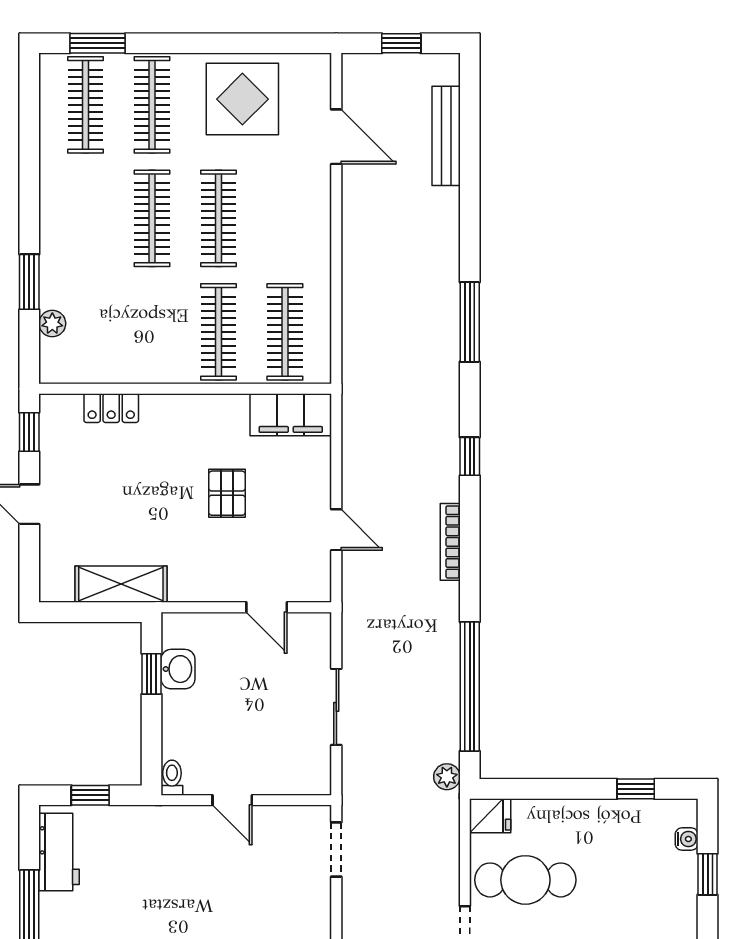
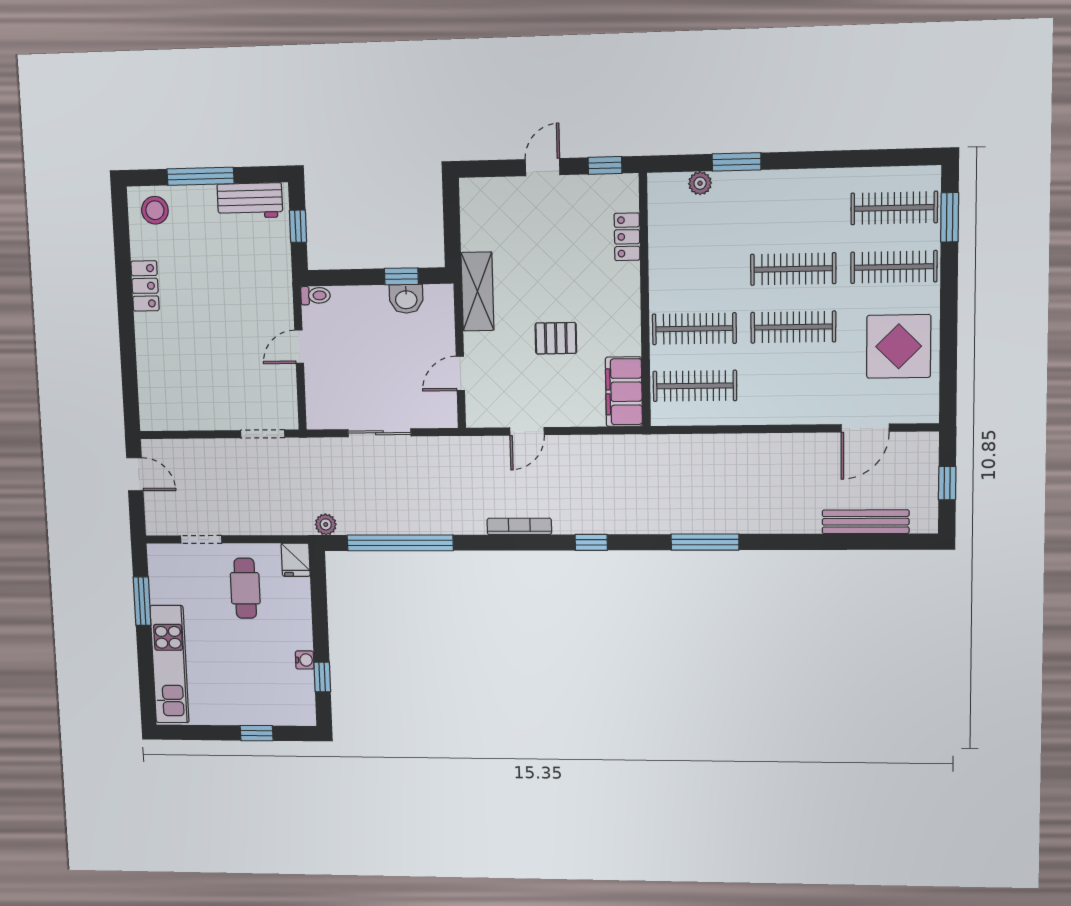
shelving: (121, 584) -> (477, 291), moved
water cooler: (687, 839) -> (305, 660), moved, turned -90
cafe table: (525, 880) -> (245, 588), width x0.73, depth x0.74

